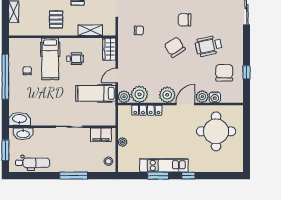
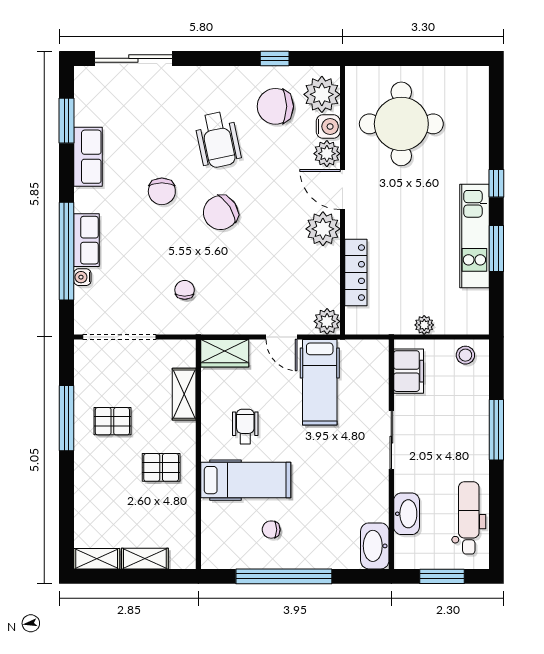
plant: (140, 94) -> (322, 94), moved
washbasin: (23, 134) -> (407, 514), moved

